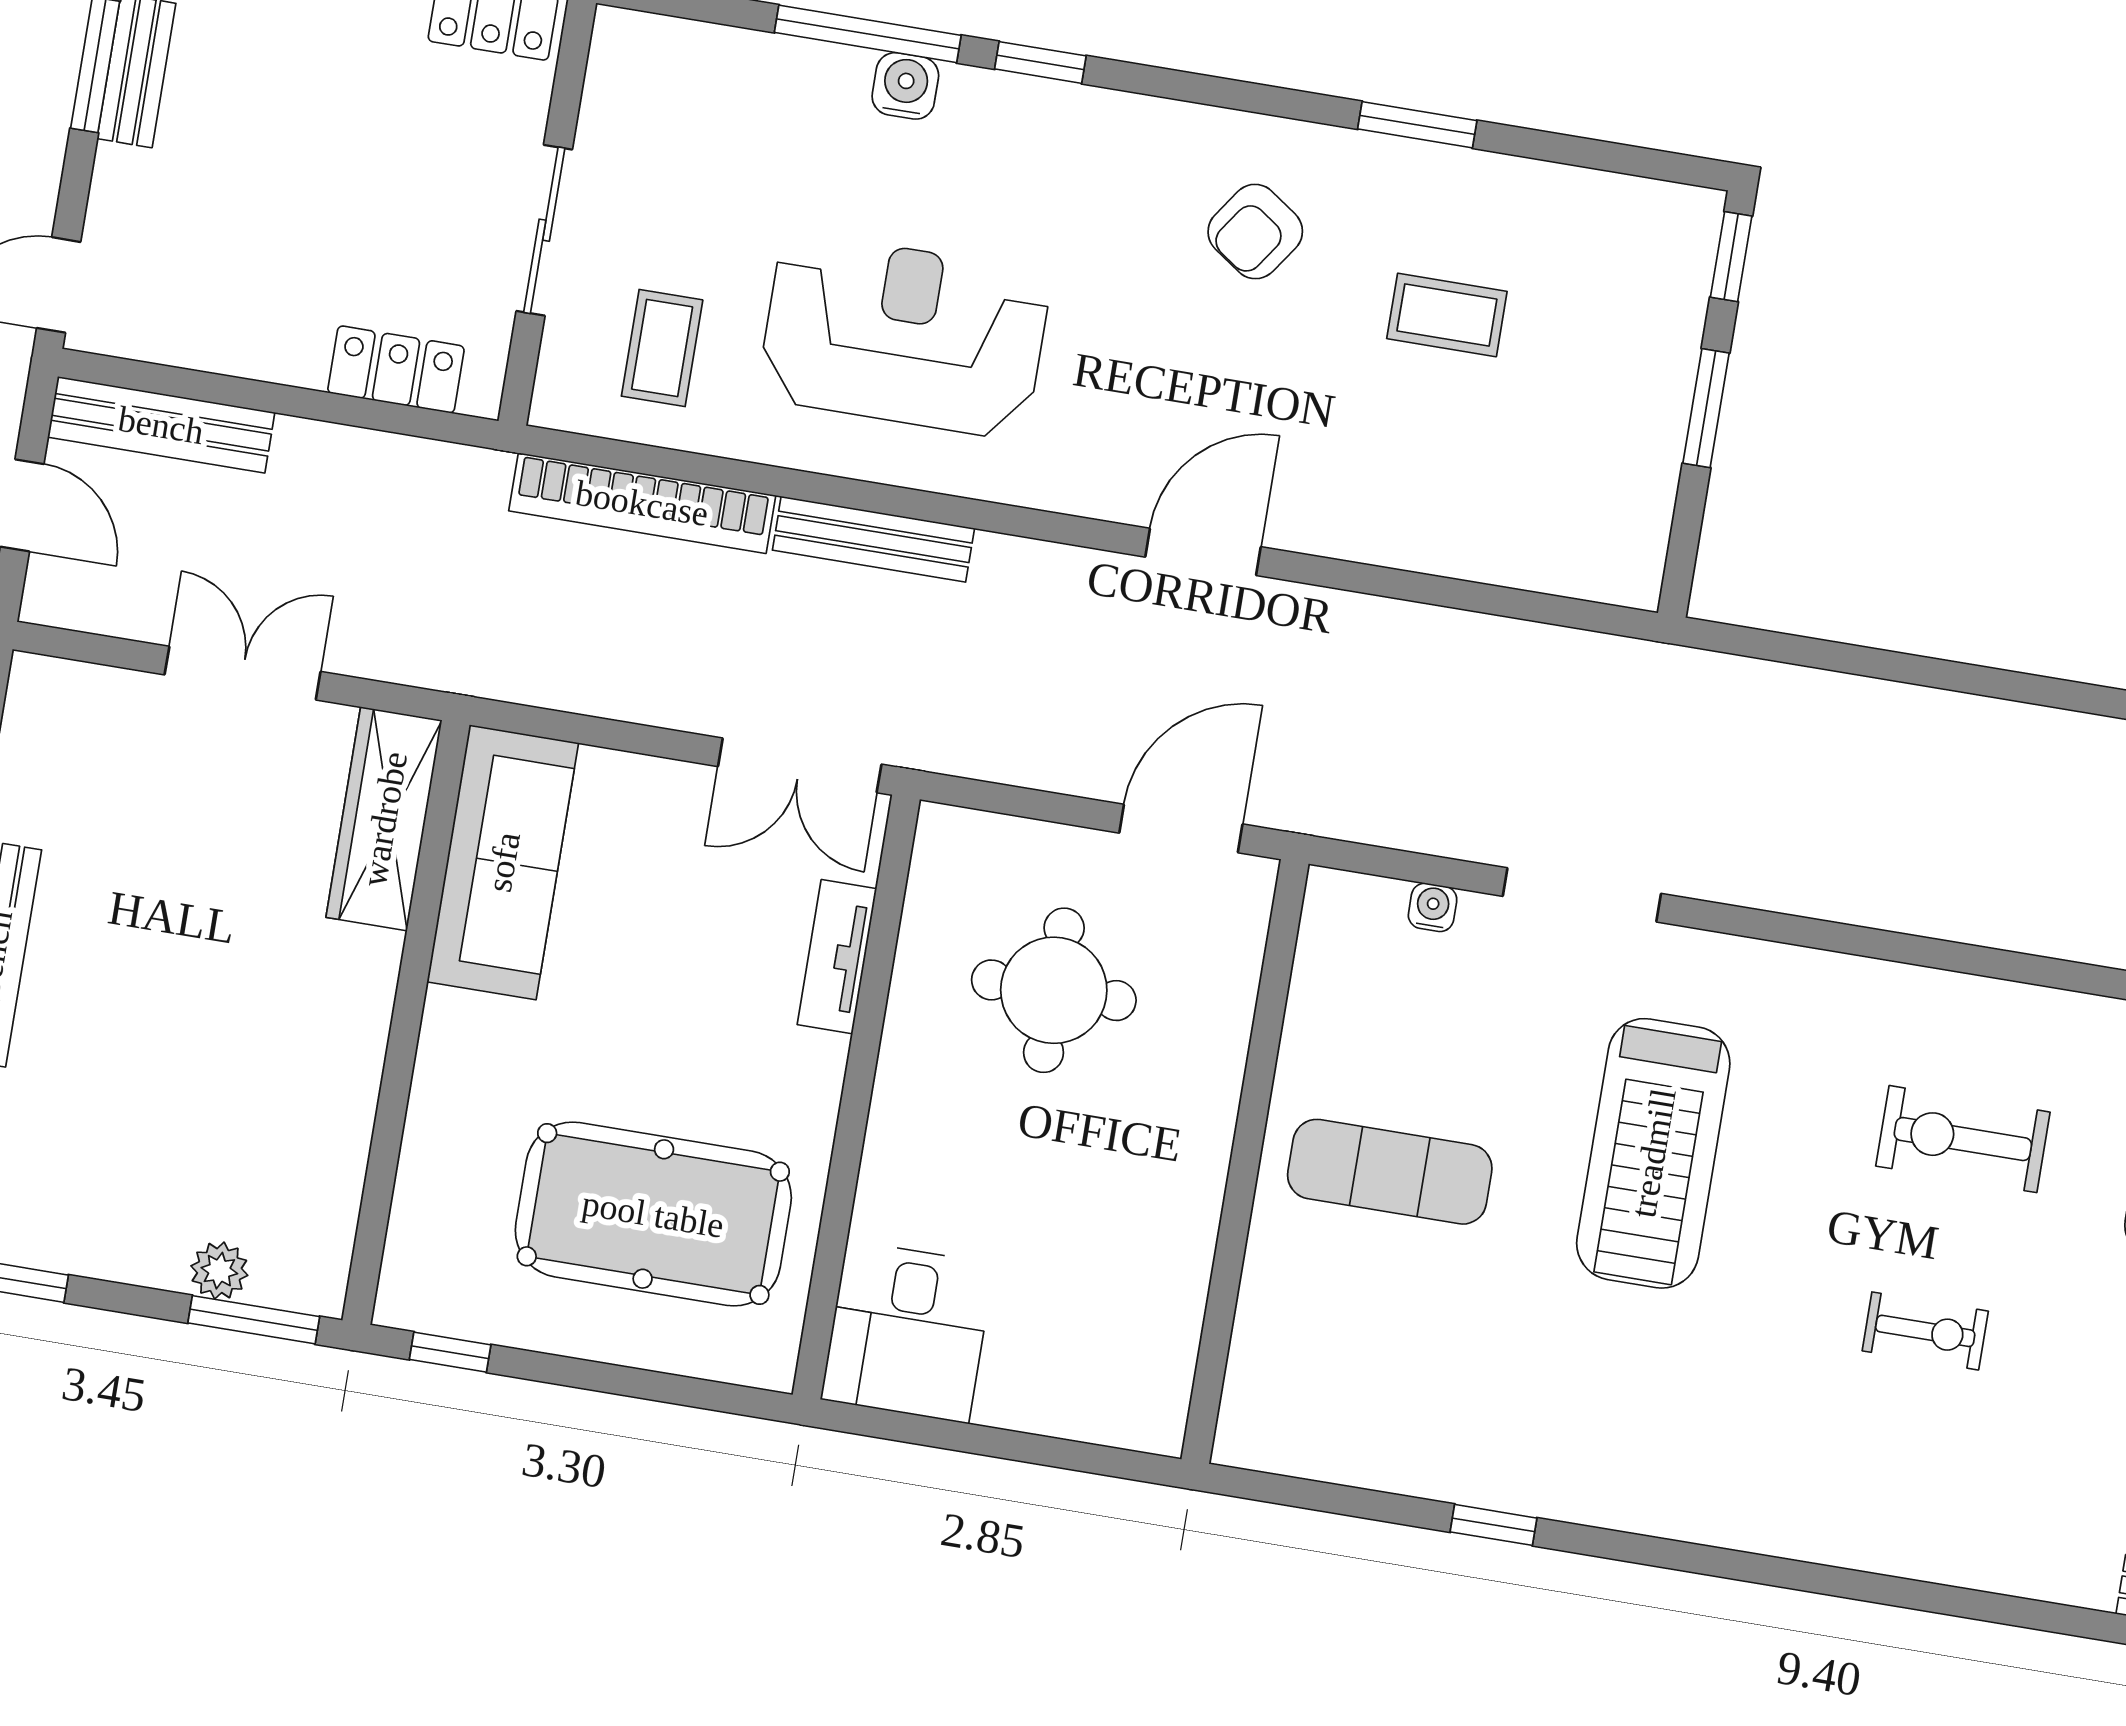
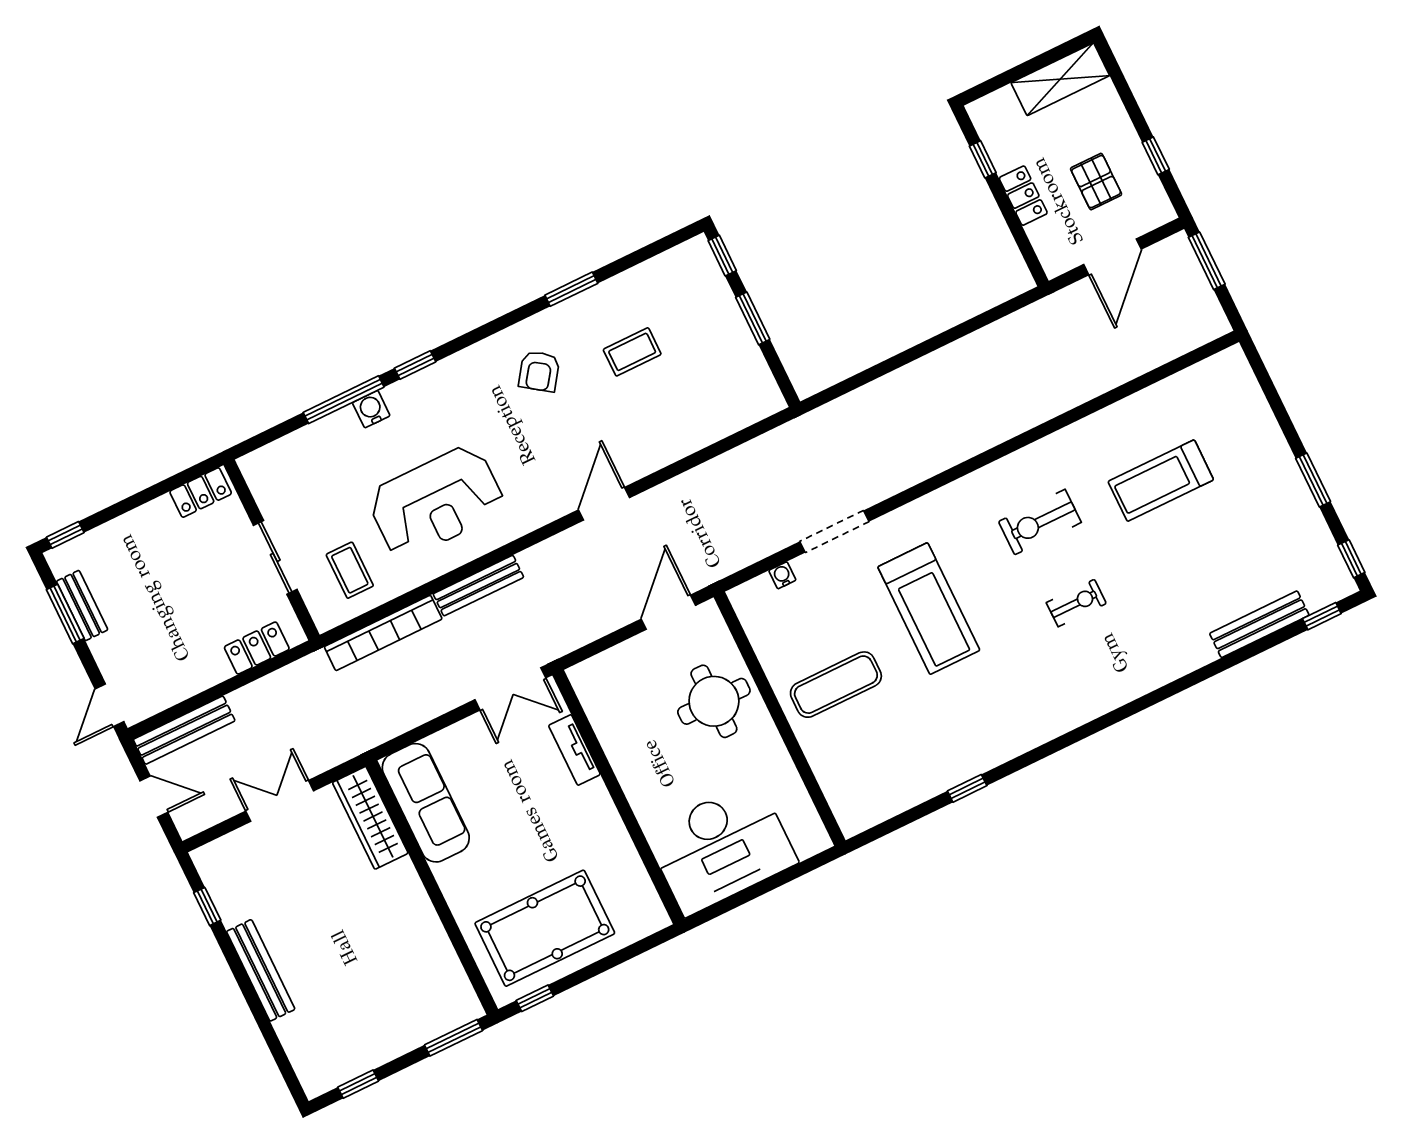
reception desk: (904, 335) -> (436, 502), turned 180
round table: (1054, 990) -> (714, 701), moved
pool table: (653, 1214) -> (545, 928), moved
plant: (219, 1271) -> (428, 1029), removed
desk: (908, 1332) -> (721, 848), width x1.87, depth x1.30

